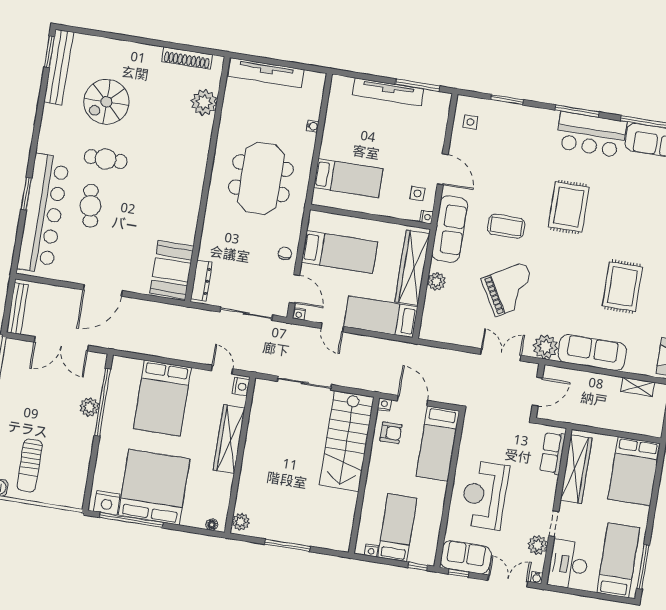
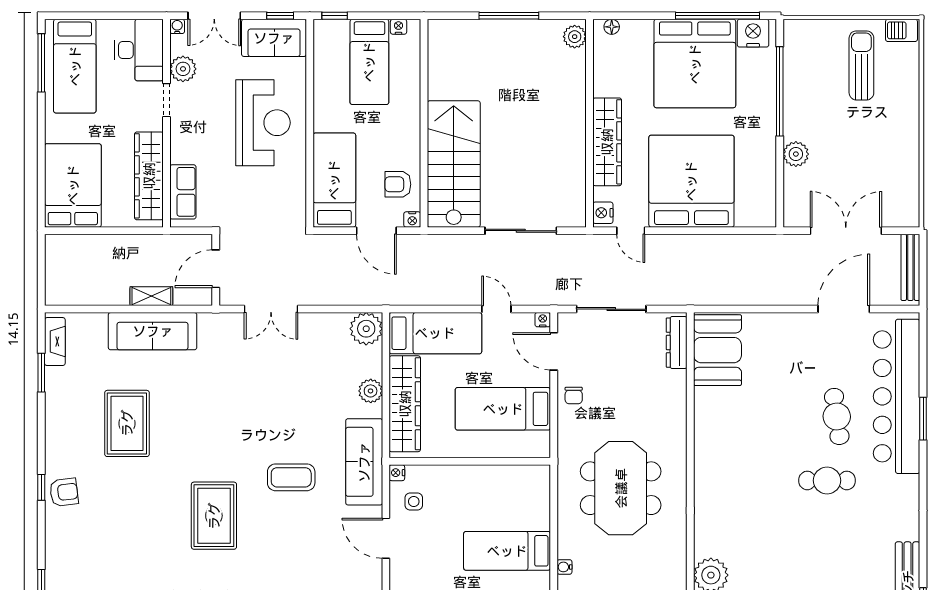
spiral stairs: (106, 102) -> (838, 555), removed
bed: (348, 178) -> (507, 551), moved
grand piano: (510, 289) -> (273, 396), removed
door: (103, 290) -> (844, 309), moved
plant: (545, 347) -> (366, 329), moved
shelving: (638, 387) -> (151, 296), moved
bed: (162, 398) -> (691, 181), width x1.36
window: (102, 402) -> (780, 91), moved

